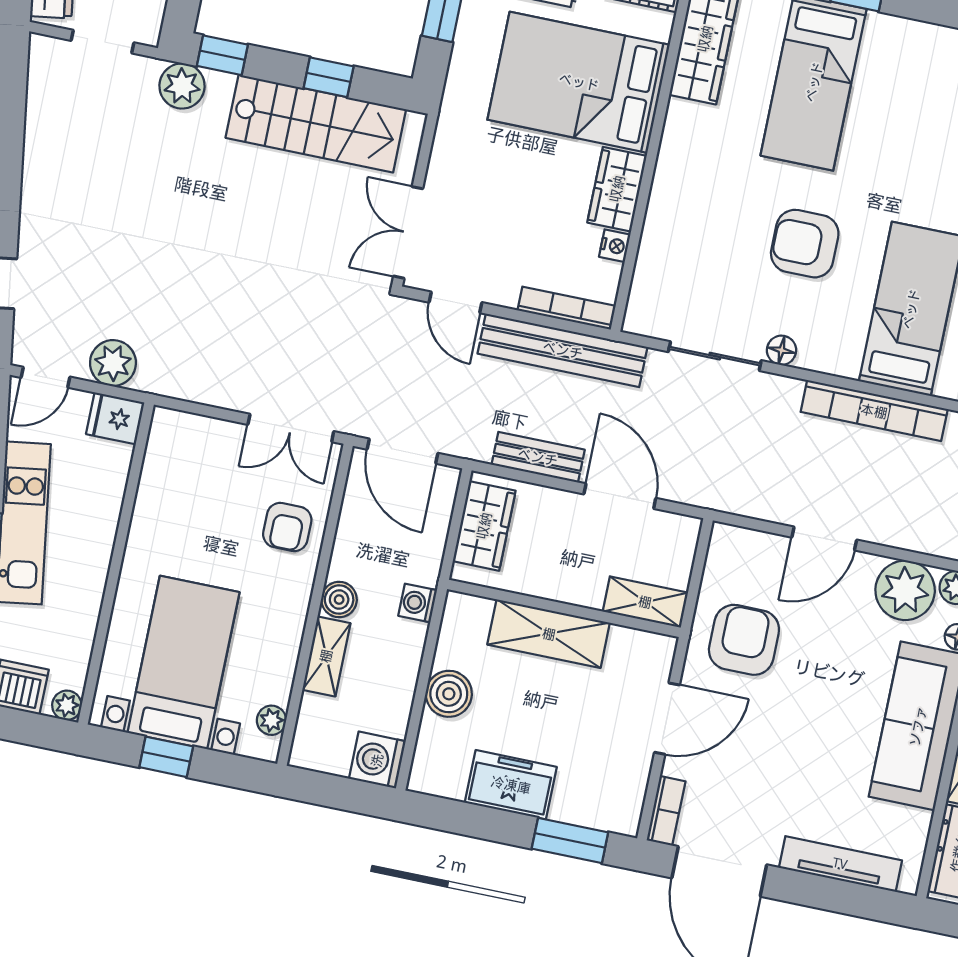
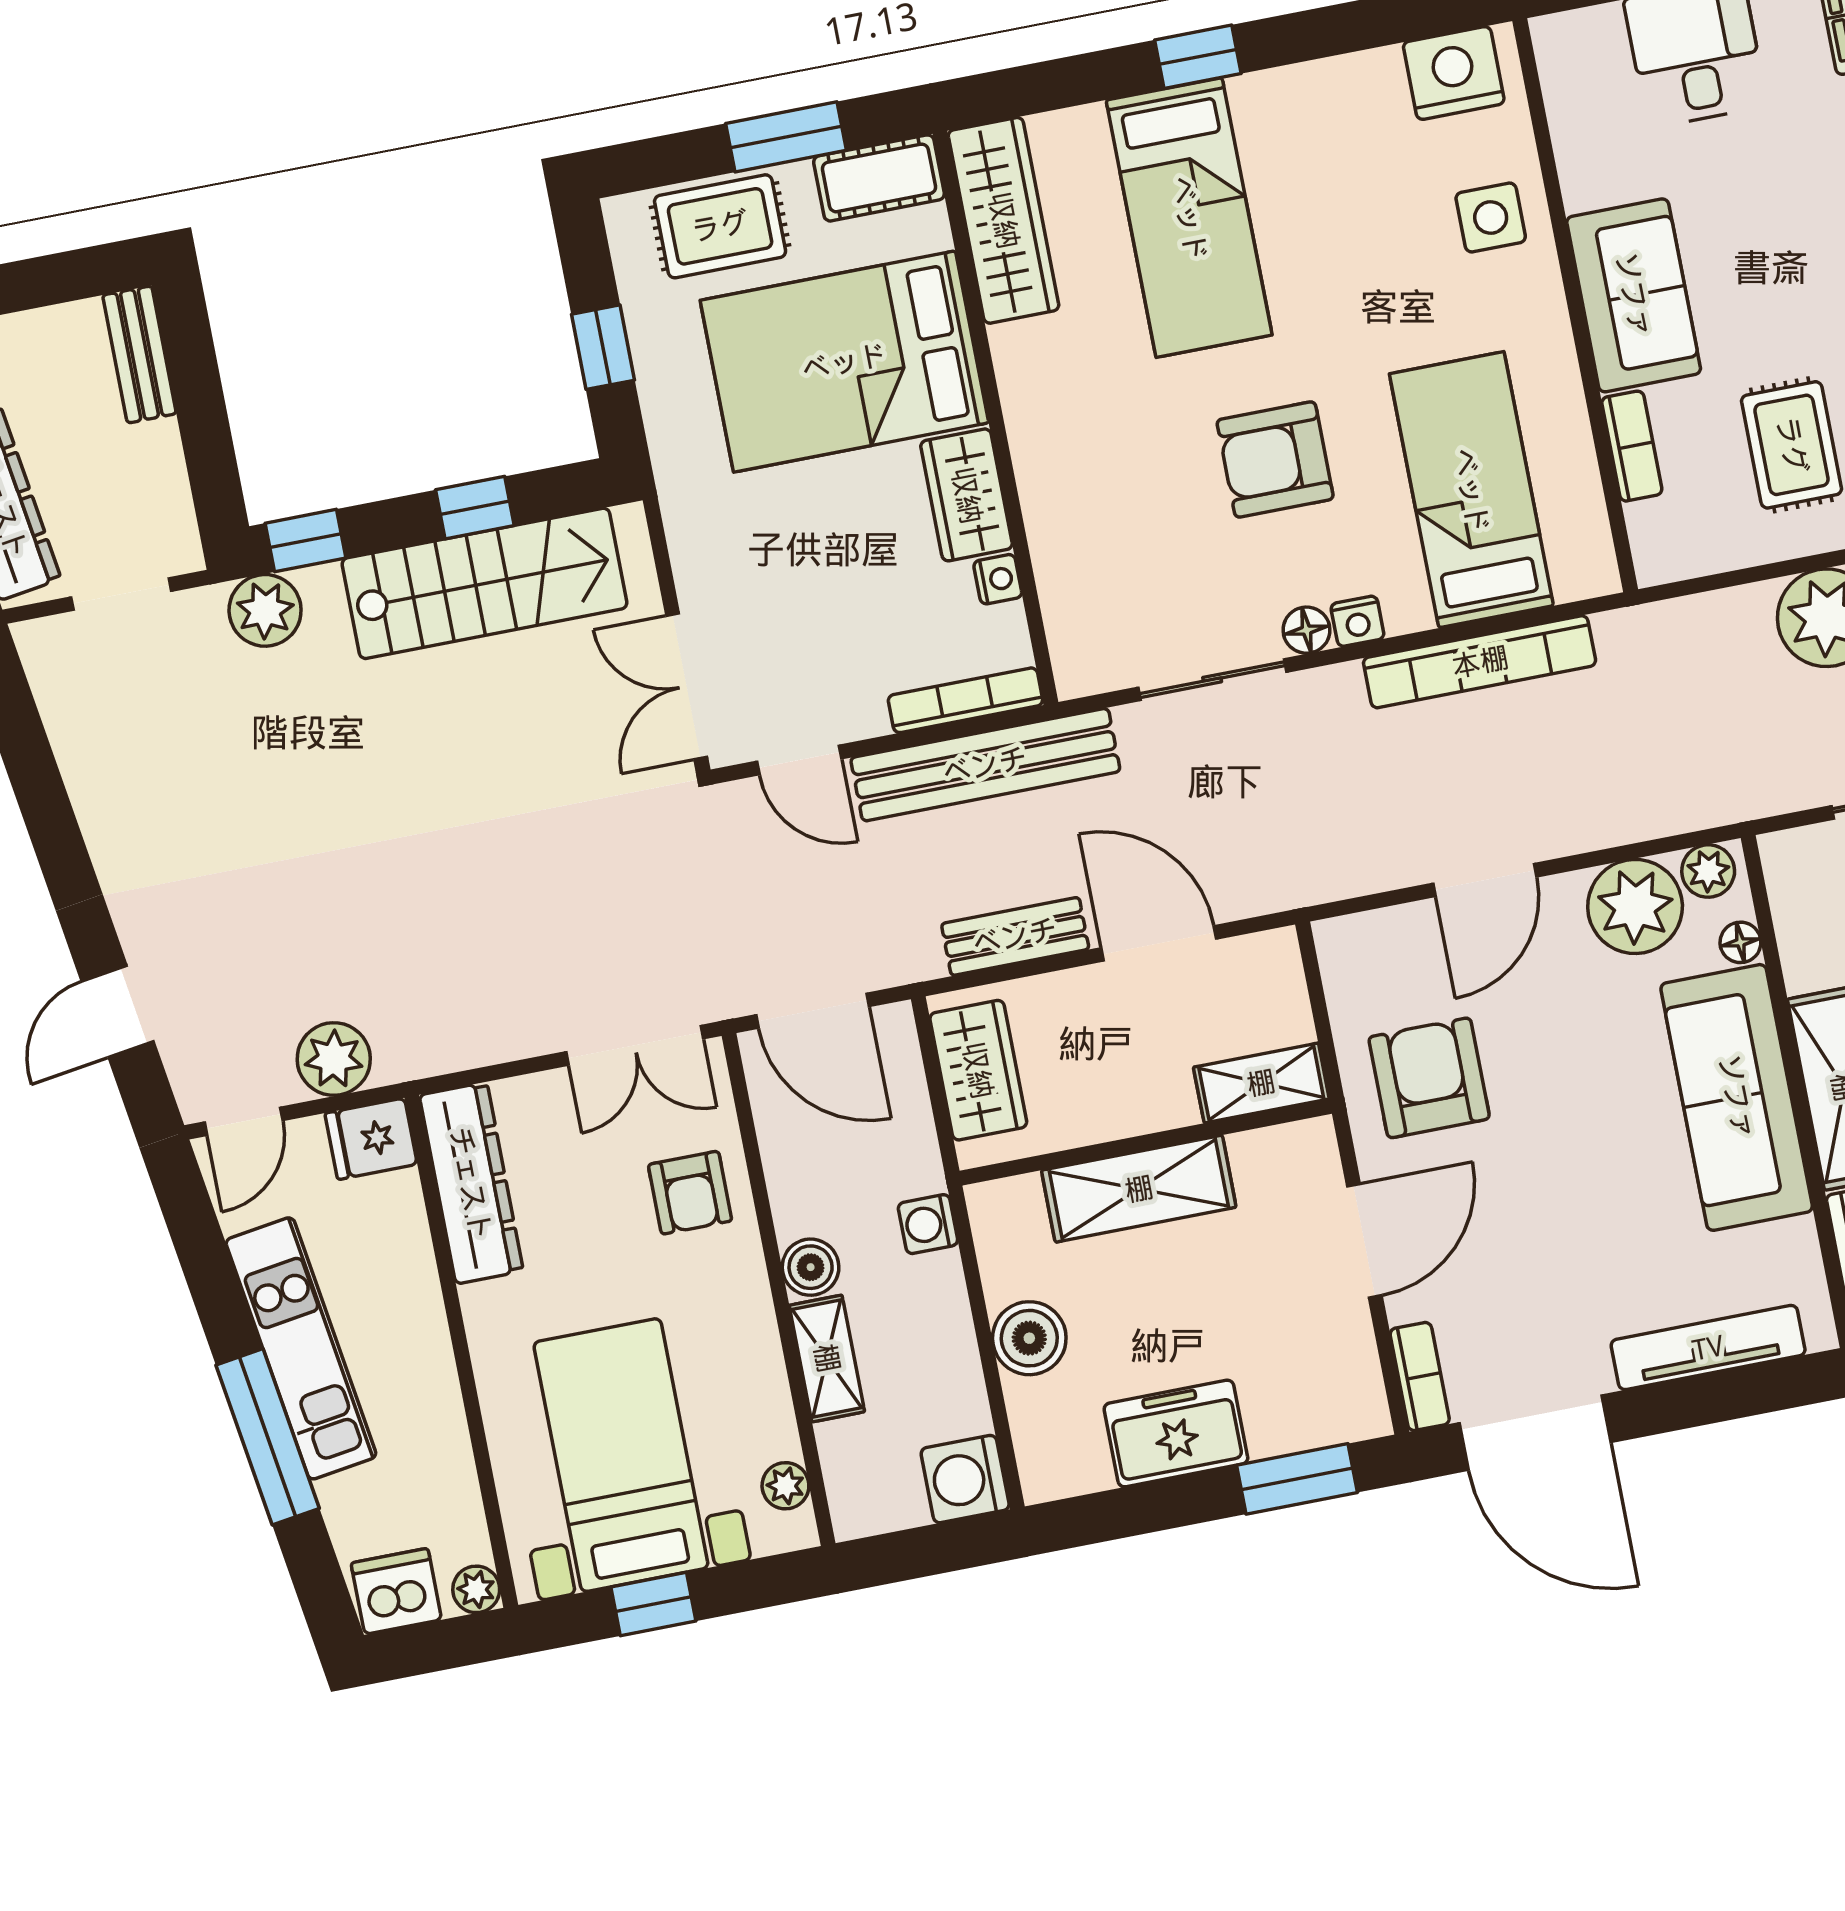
nightstand: (813, 357) -> (1357, 621), added
dresser: (163, 468) -> (471, 1183), added

